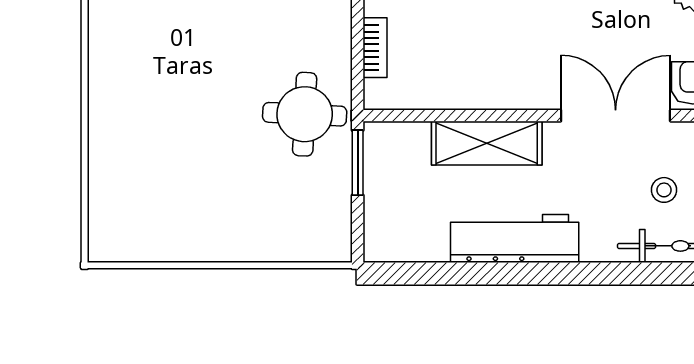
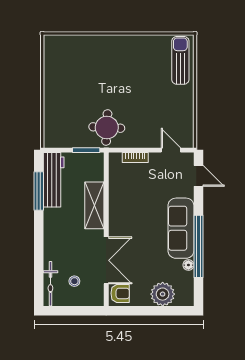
workbench: (515, 239) -> (54, 180), moved
window: (453, 273) -> (39, 191), added

